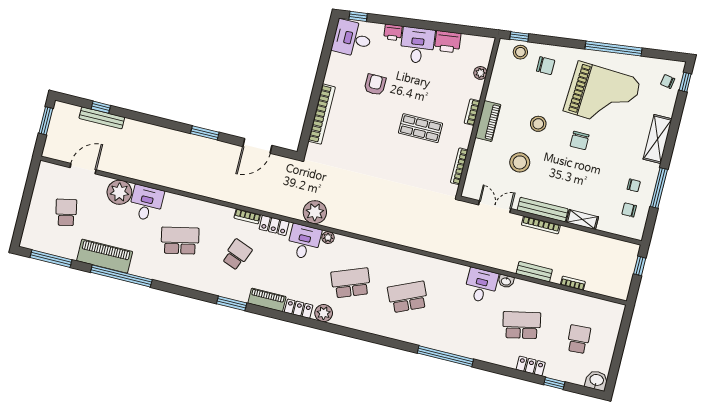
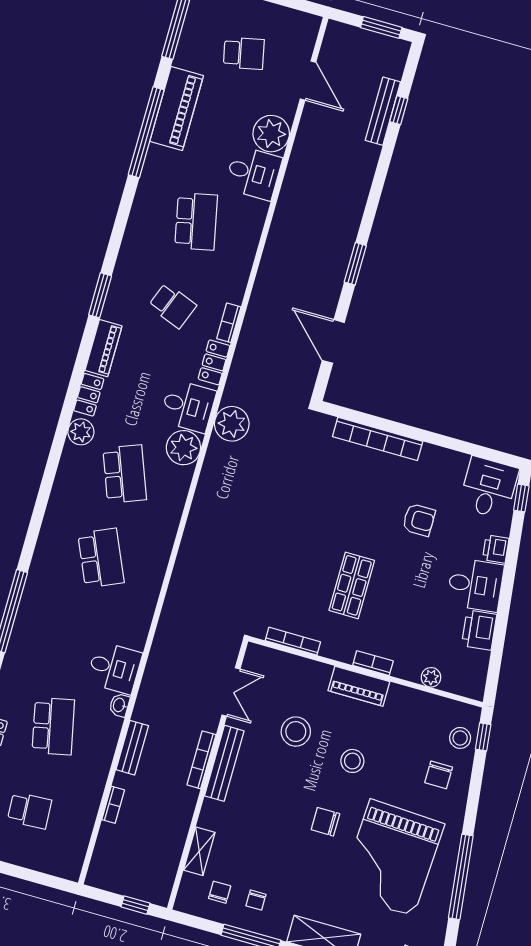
shelving: (582, 220) -> (199, 851), moved
plant: (328, 238) -> (183, 448), width x1.87, depth x1.87

